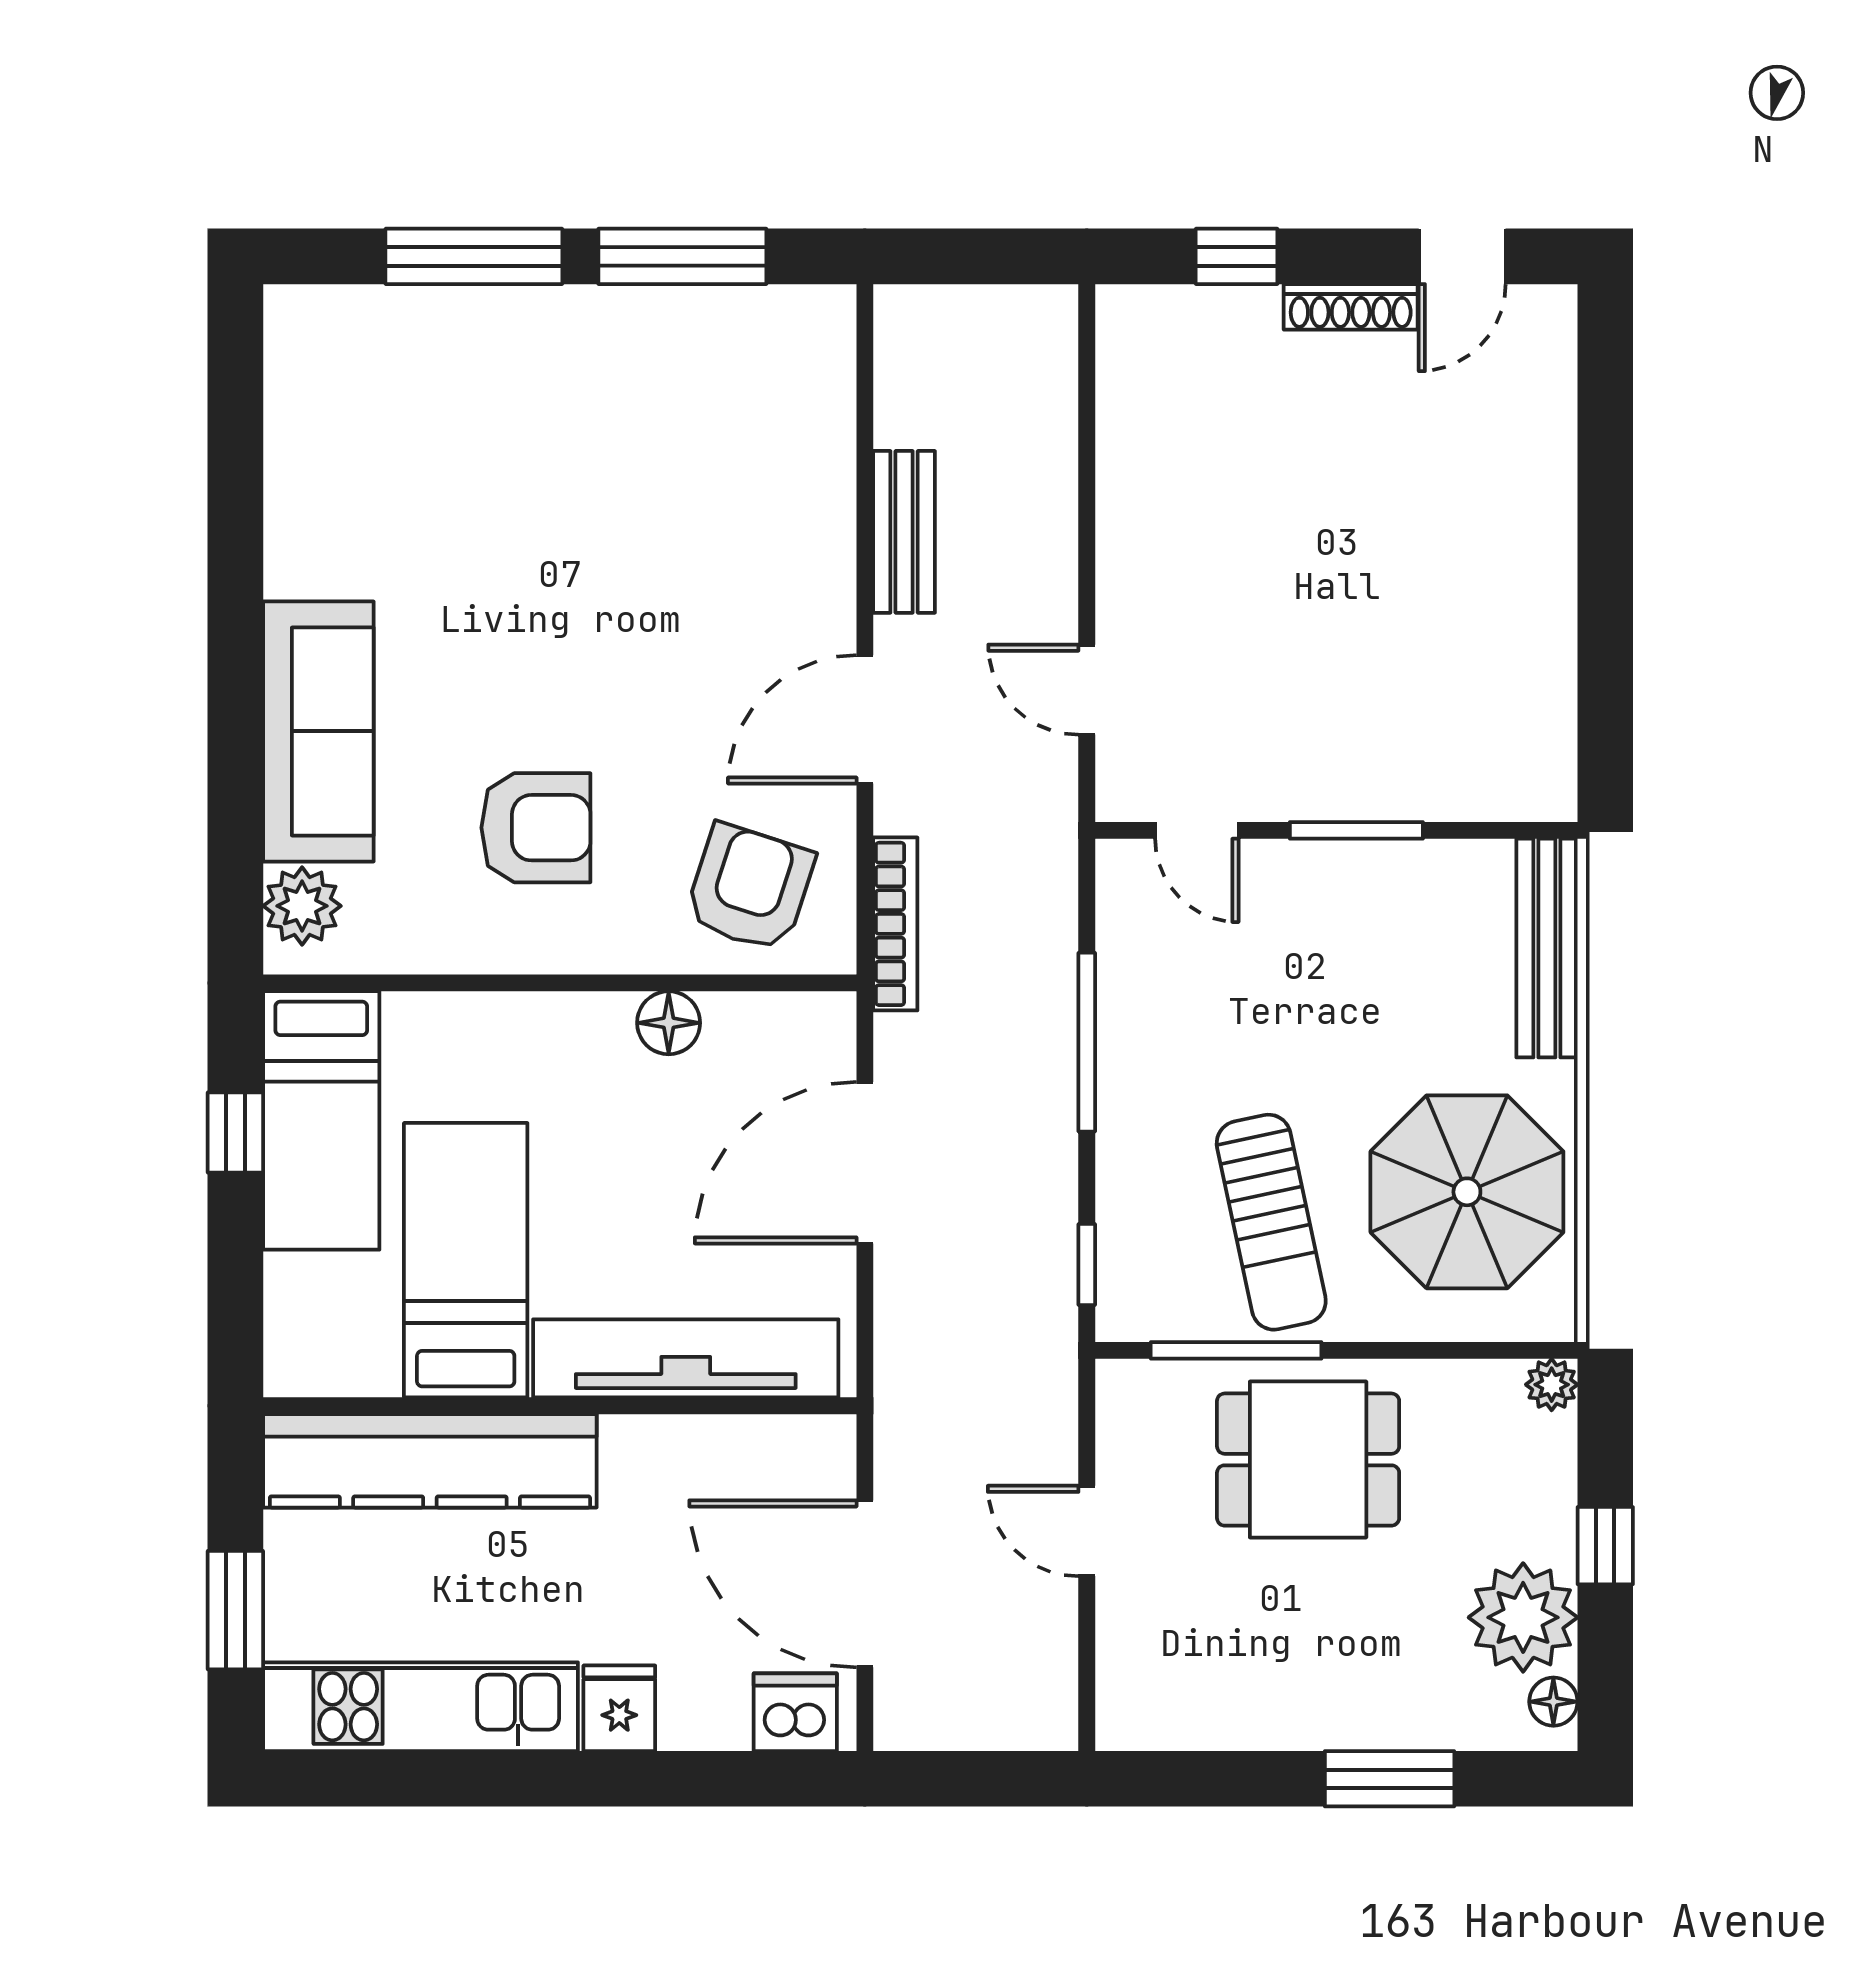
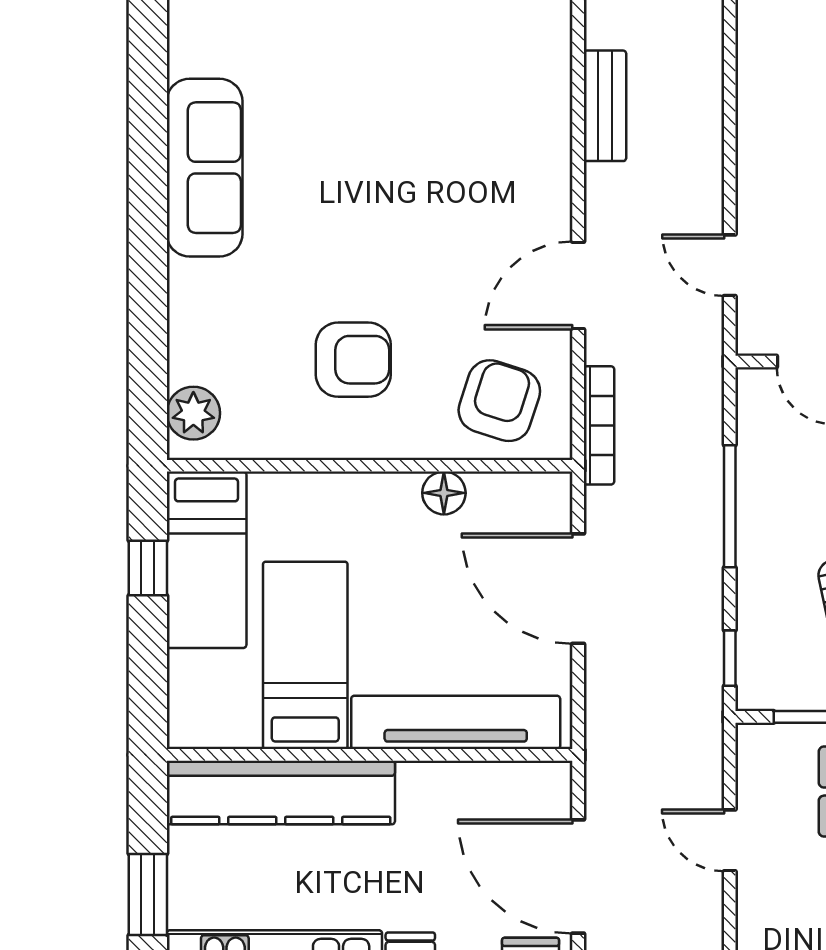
bench: (904, 532) -> (605, 106), moved
sofa: (318, 731) -> (205, 168), moved
door: (865, 1163) -> (578, 589), hinge flipped

